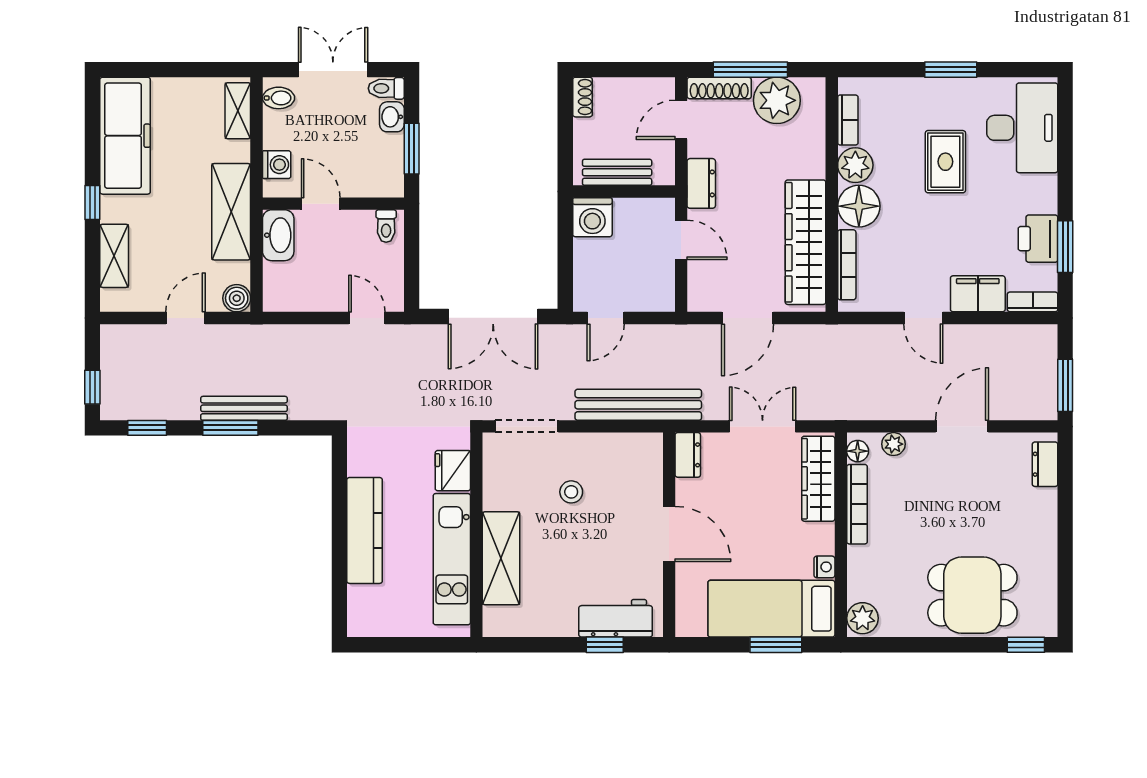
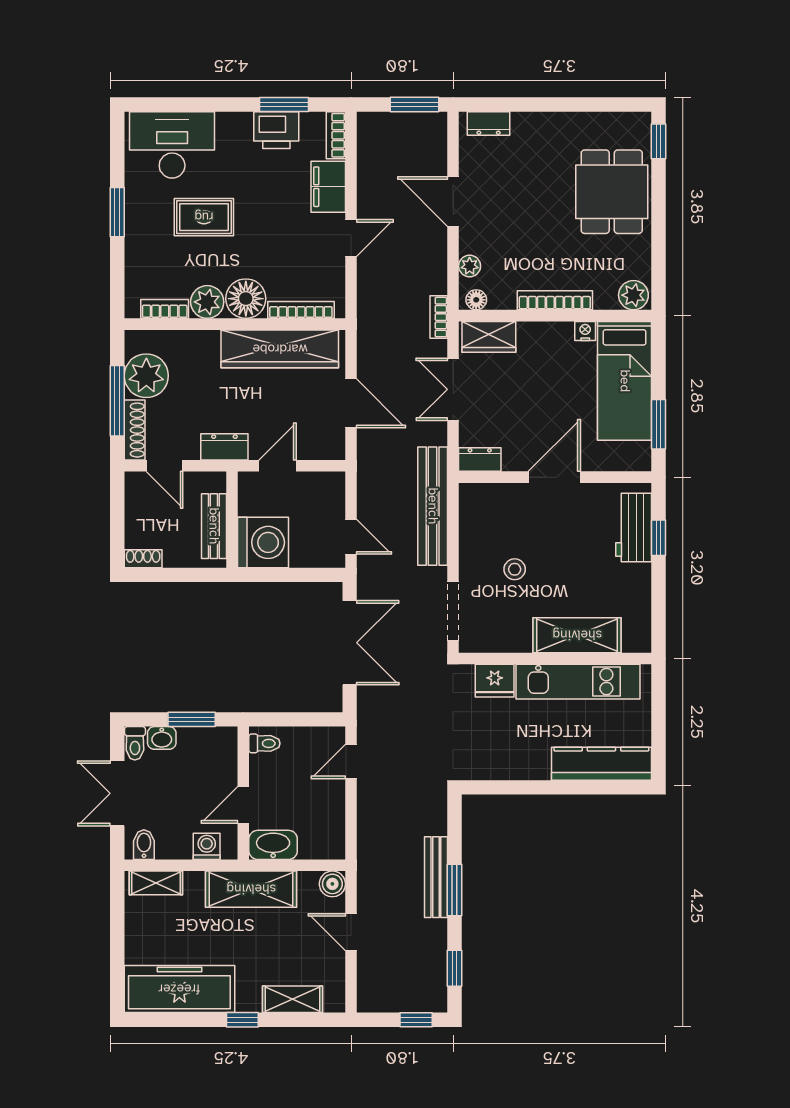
washing machine: (592, 217) -> (263, 542), width x1.37, depth x1.37
bookcase: (839, 411) -> (439, 317), added
wardrobe: (818, 479) -> (489, 337), width x0.67
bookcase: (857, 504) -> (555, 300), moved
kitchen counter: (365, 530) -> (601, 764), moved
window: (776, 645) -> (658, 424), moved

